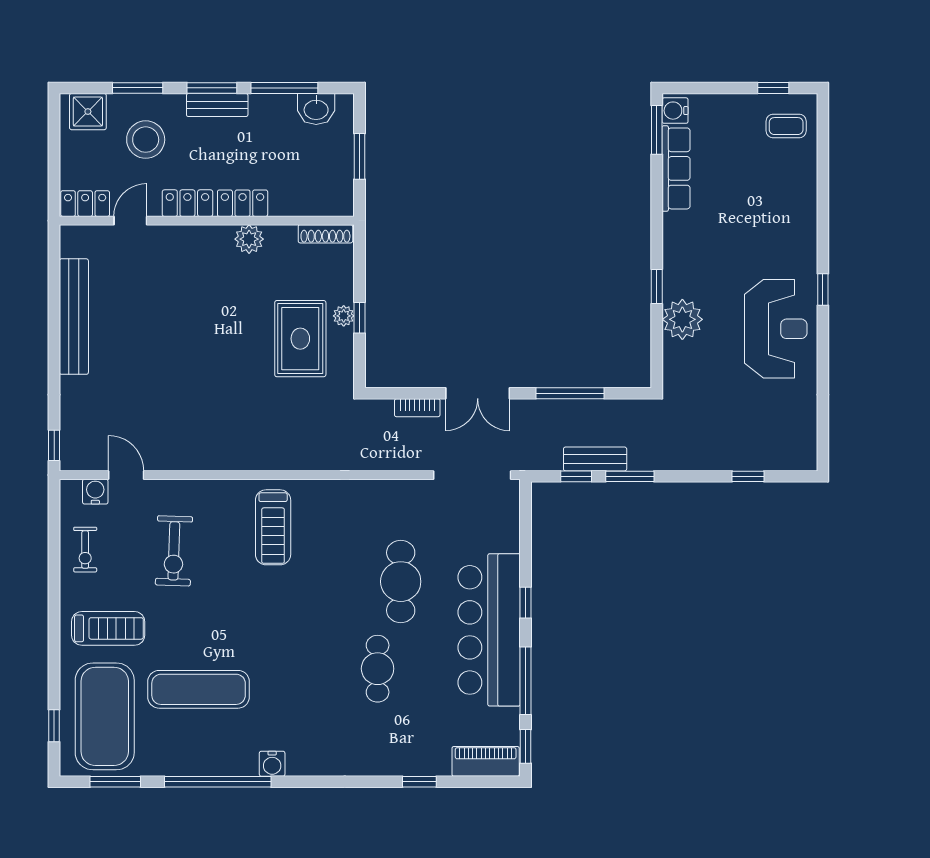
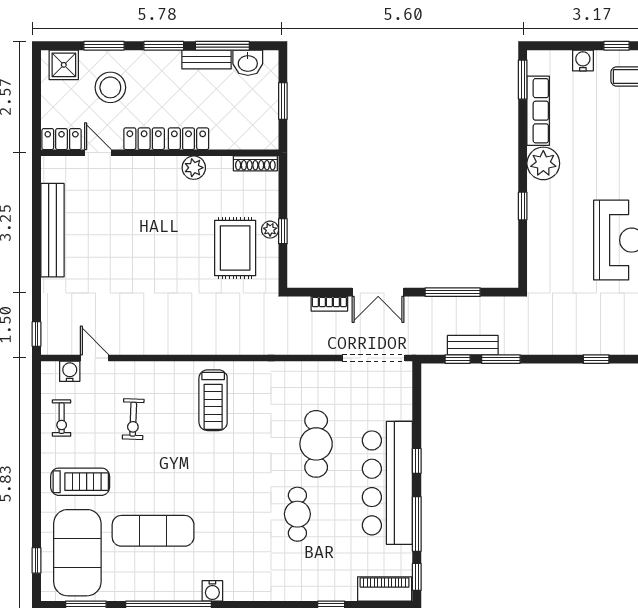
bench: (217, 105) -> (207, 60), moved
water cooler: (675, 111) -> (583, 61), moved, turned 90
door: (130, 221) -> (98, 153), hinge flipped
plant: (682, 319) -> (543, 163), moved
exercise bike: (174, 551) -> (133, 419), width x0.73, depth x0.72

